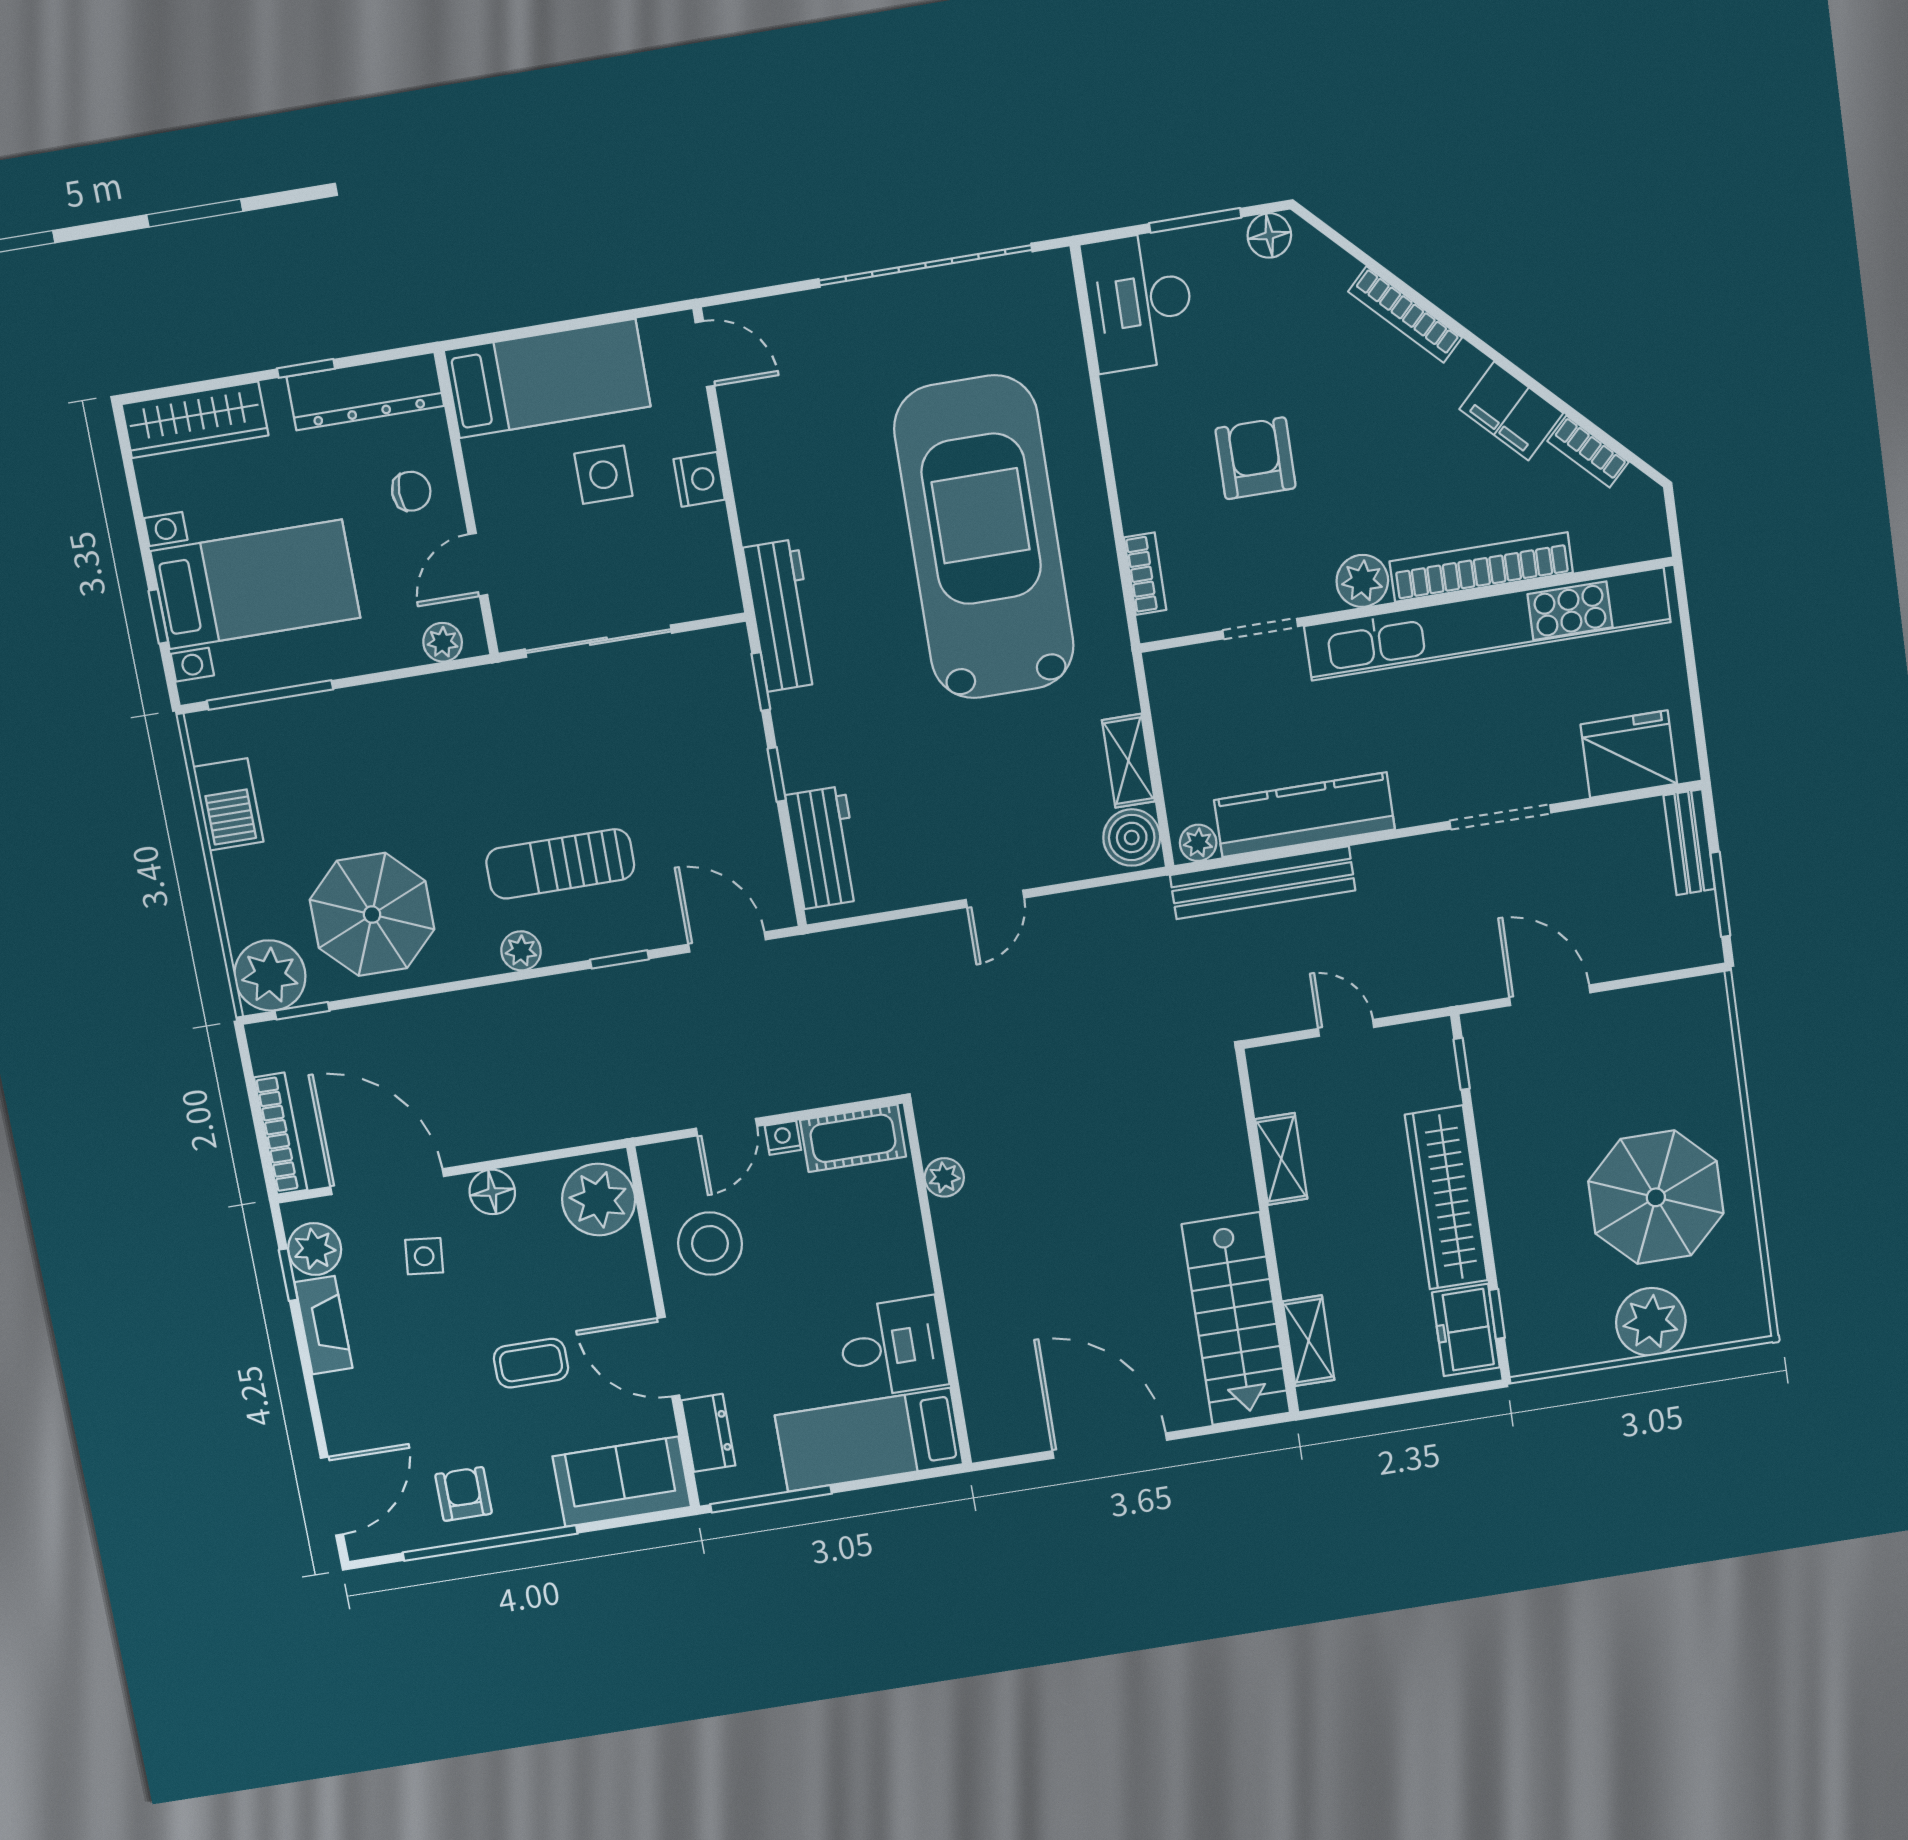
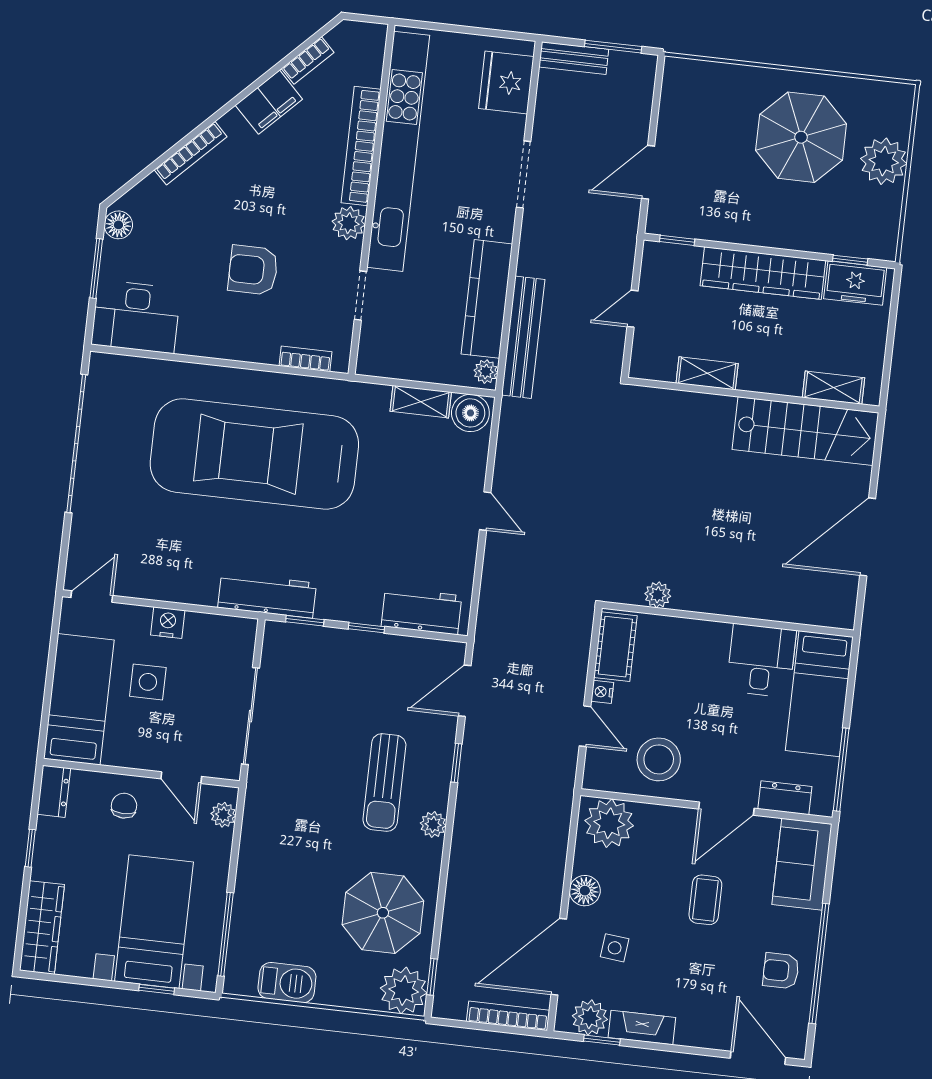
dresser: (365, 391) -> (54, 791), width x0.51, depth x0.80

